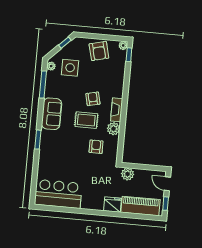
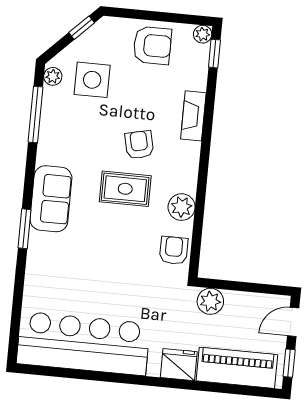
armchair: (99, 51) -> (152, 45), turned -76
fireplace: (117, 110) -> (193, 116), moved
sofa: (52, 114) -> (51, 199), moved
armchair: (96, 147) -> (174, 250), moved
door: (167, 184) -> (293, 322), hinge flipped
bar counter: (58, 194) -> (83, 344), width x1.36

